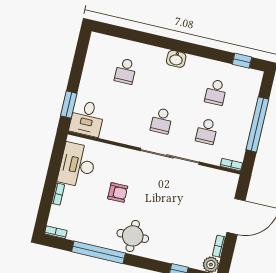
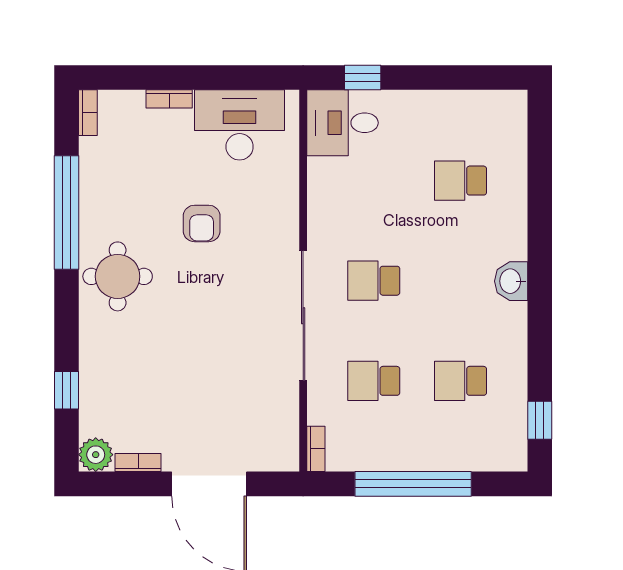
window: (69, 105) -> (363, 77), width x0.67

